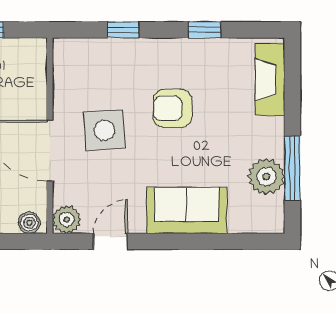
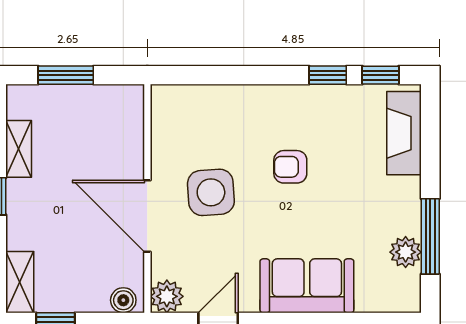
window: (123, 30) -> (380, 75), moved
armchair: (172, 108) -> (290, 167), width x0.72, depth x0.72
plant: (266, 177) -> (406, 252), width x0.73, depth x0.73

